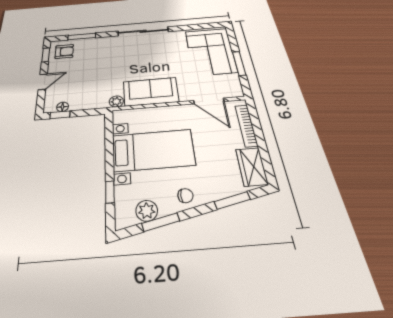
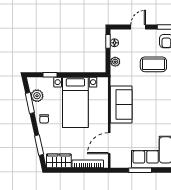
coffee table: (94, 62) -> (153, 64), added
door: (43, 82) -> (138, 27), swing flipped
plant: (116, 101) -> (115, 62), moved

